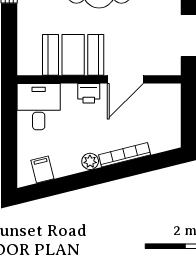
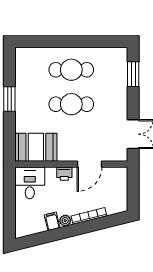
booth: (73, 55) -> (36, 147), moved
filing cabinet: (42, 169) -> (52, 221), moved

